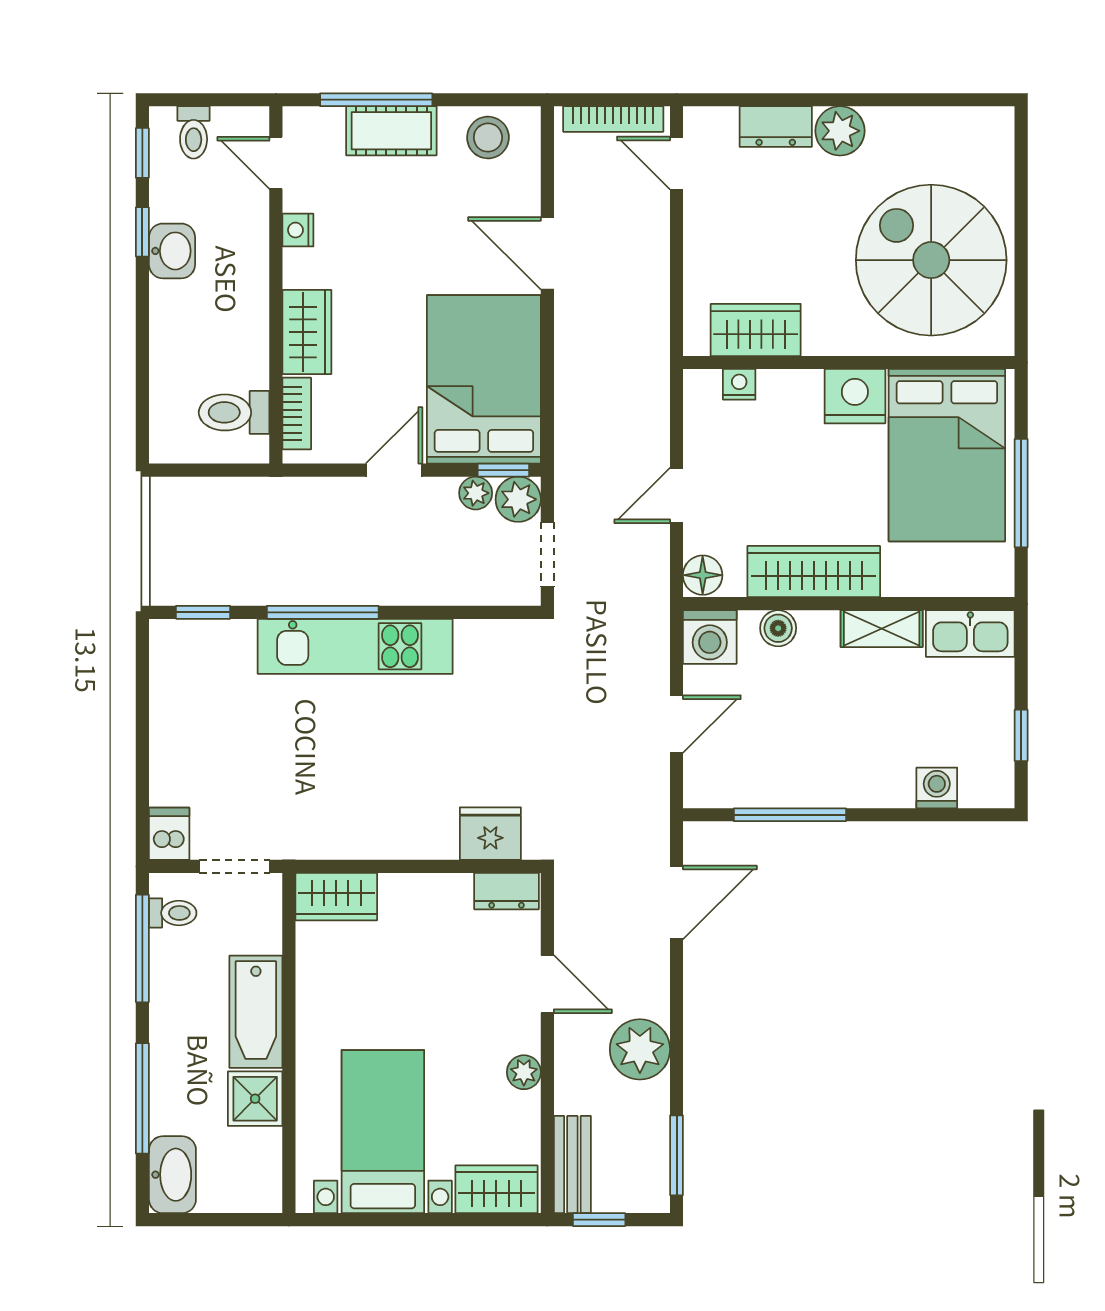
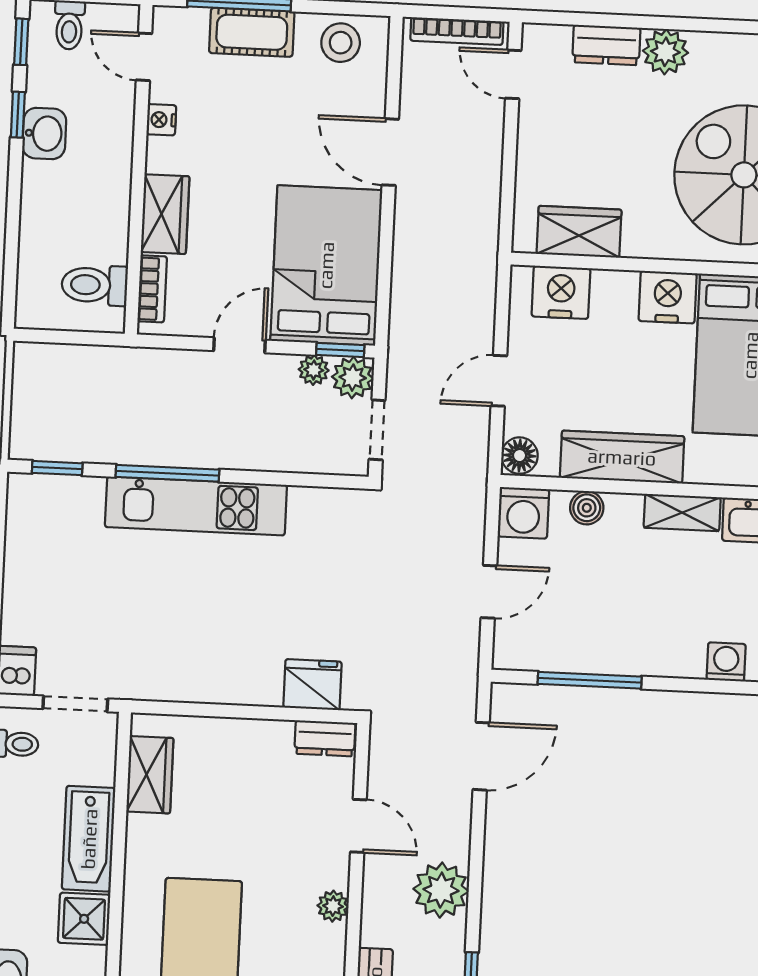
nightstand: (739, 384) -> (561, 292), width x1.89, depth x1.79
wardrobe: (336, 897) -> (150, 775), moved, turned -90

